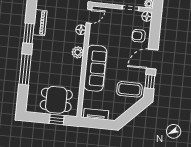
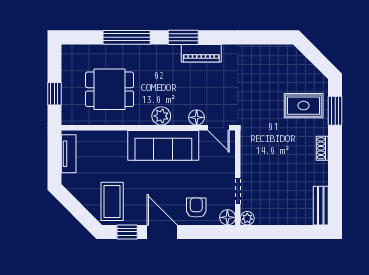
sofa: (95, 68) -> (163, 145), moved
dining table: (56, 100) -> (110, 89), moved, turned 90

